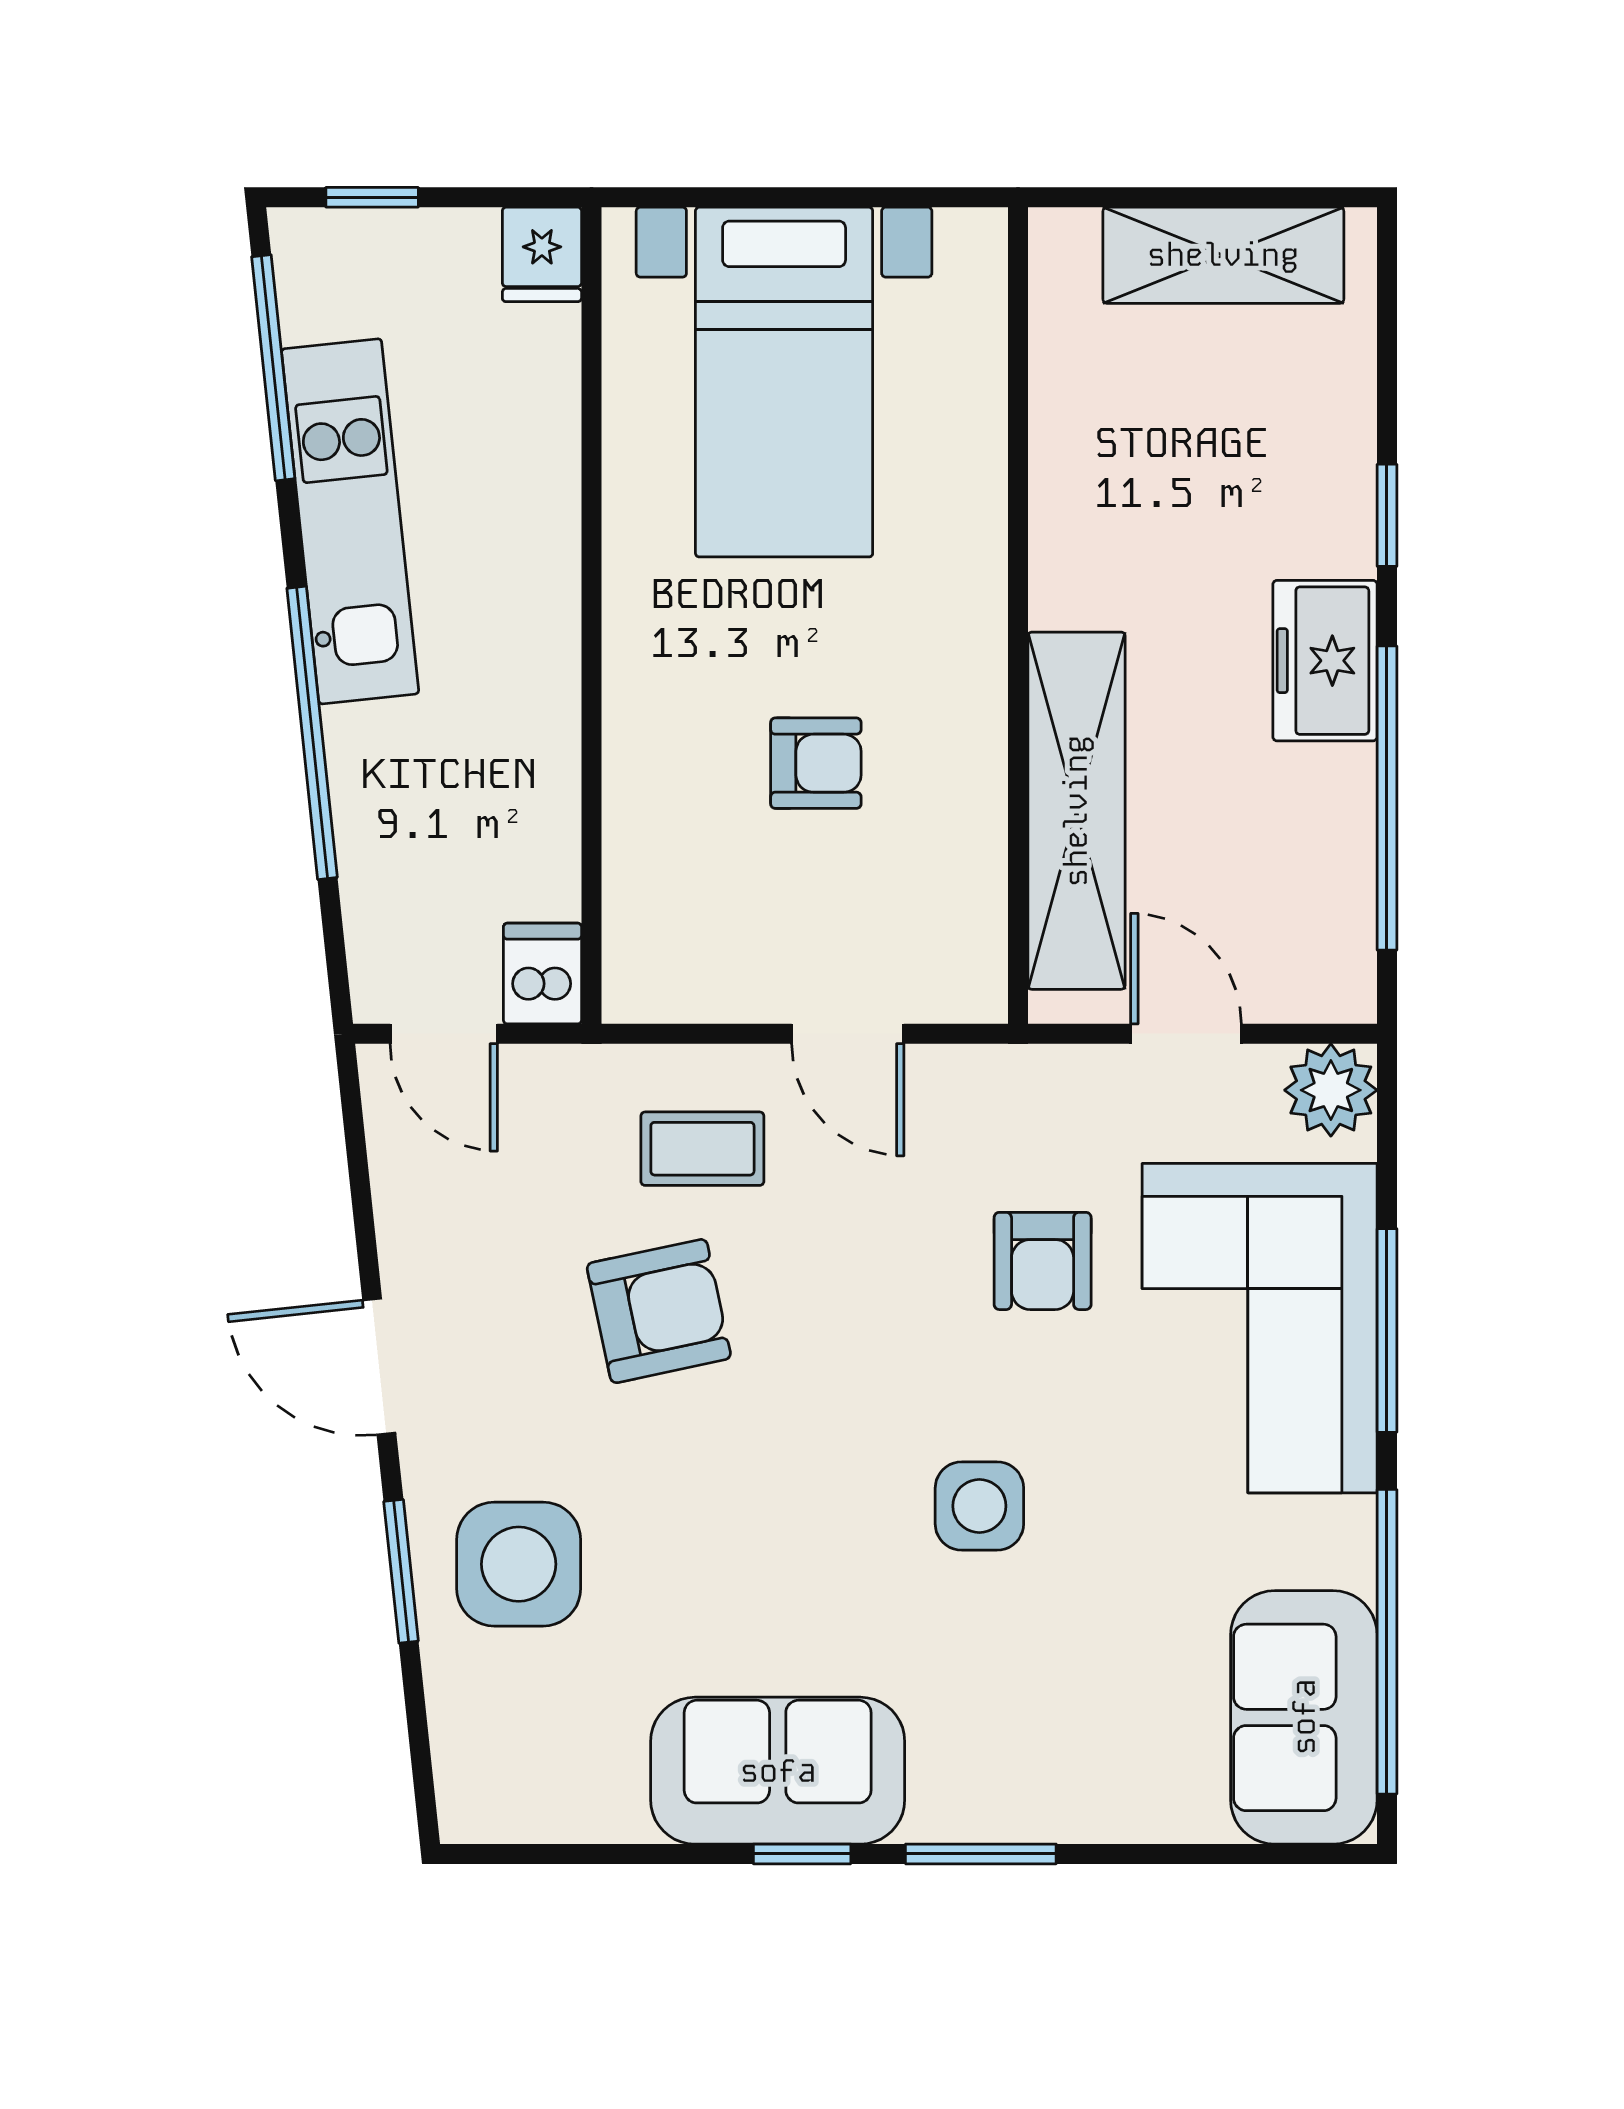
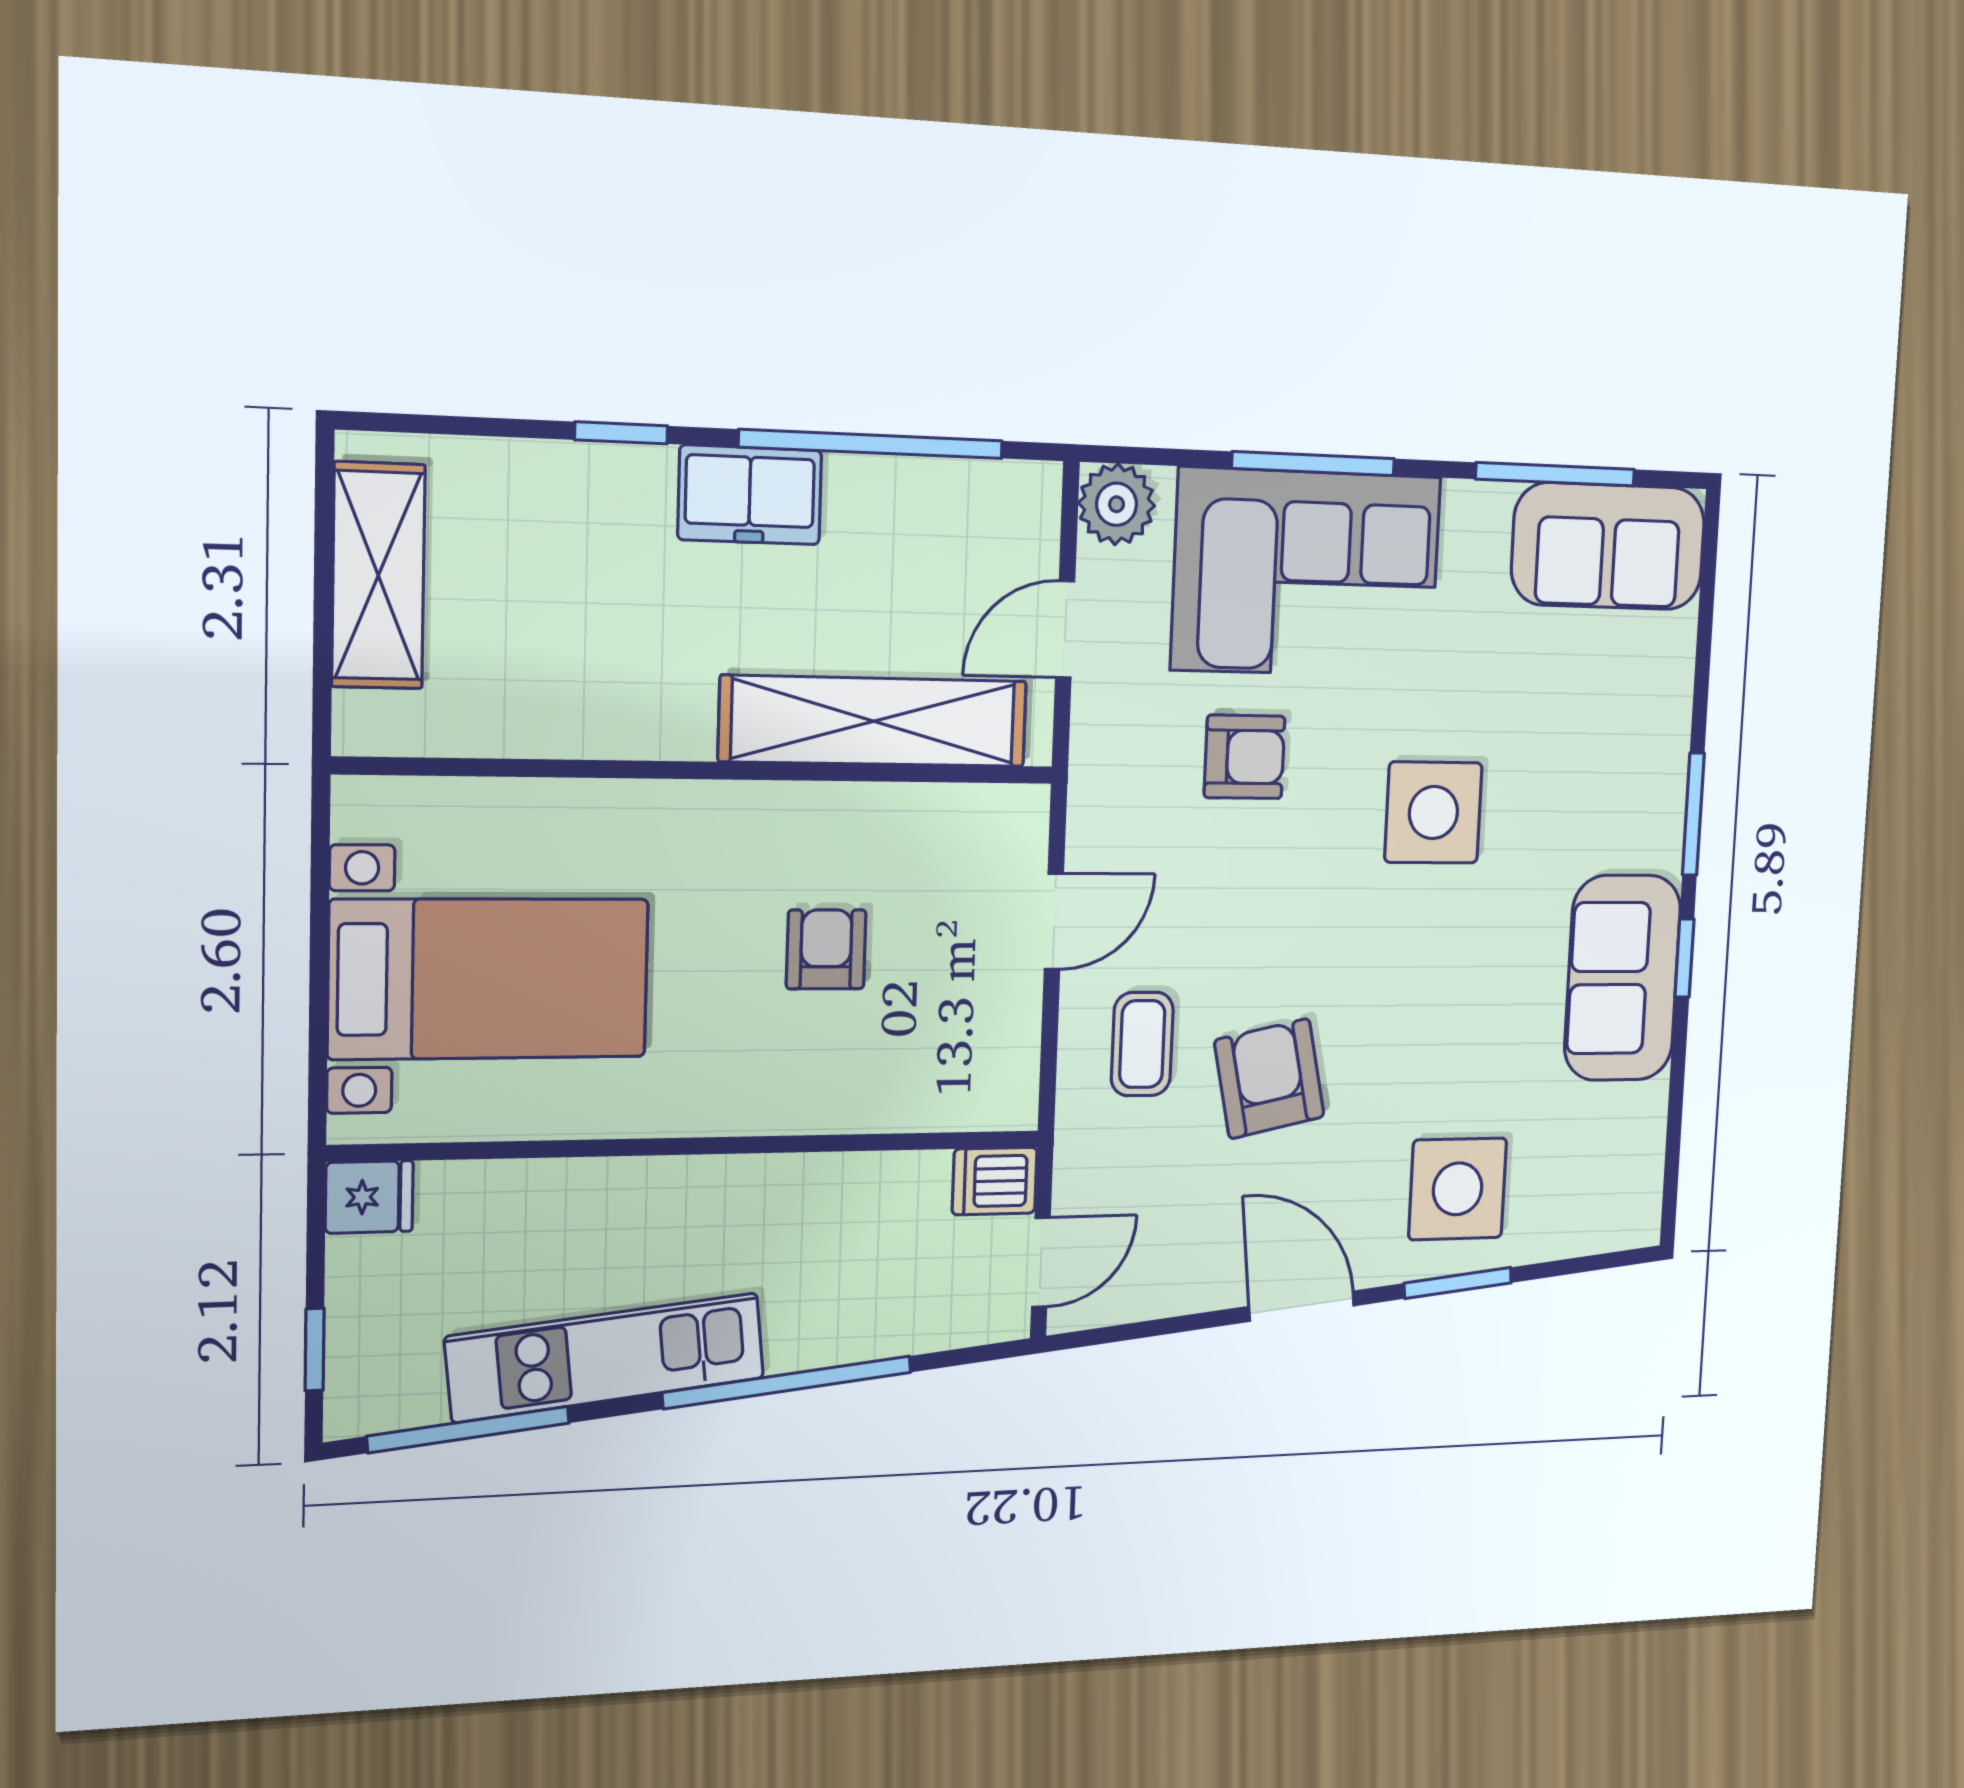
door: (379, 1366) -> (1302, 1306), swing flipped
side table: (979, 1506) -> (1433, 812), width x1.37, depth x1.37
window: (1387, 1642) -> (1555, 474), width x0.68

